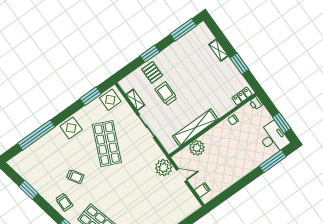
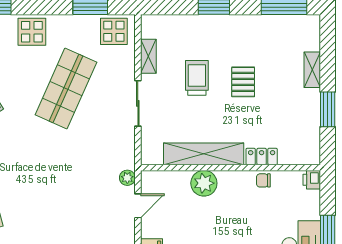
pallet: (152, 72) -> (243, 82), moved
locker: (242, 96) -> (262, 156), moved
plant: (197, 148) -> (204, 183), moved
plant: (164, 168) -> (127, 178), width x0.53, depth x0.53
door: (182, 175) -> (138, 206), hinge flipped

